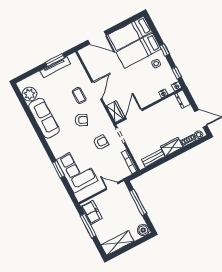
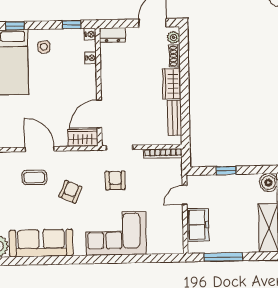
window: (165, 50) -> (15, 26), moved
door: (134, 114) -> (99, 114), hinge flipped
window: (58, 169) -> (123, 259), removed
corner sofa: (77, 170) -> (116, 234), moved
window: (138, 203) -> (226, 170), width x0.46
freezer: (92, 212) -> (198, 225), moved, turned 90

